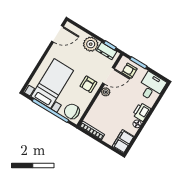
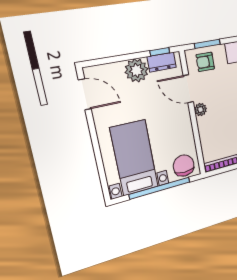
door: (57, 34) -> (85, 94), hinge flipped
door: (109, 76) -> (188, 89), swing flipped
armchair: (88, 84) -> (175, 119), removed
chair: (72, 111) -> (184, 166), turned 90

